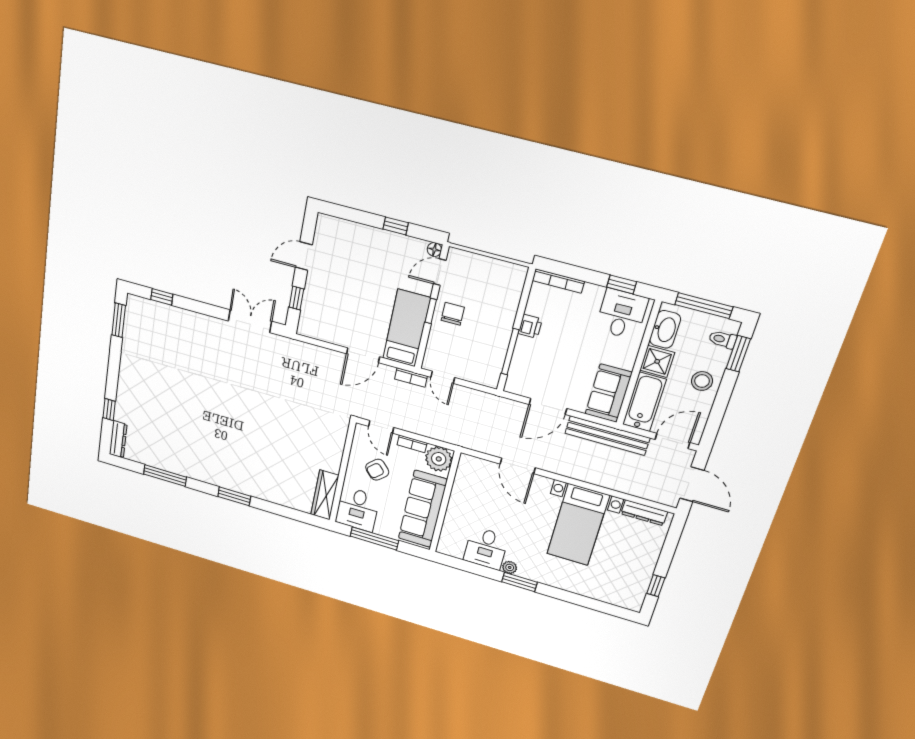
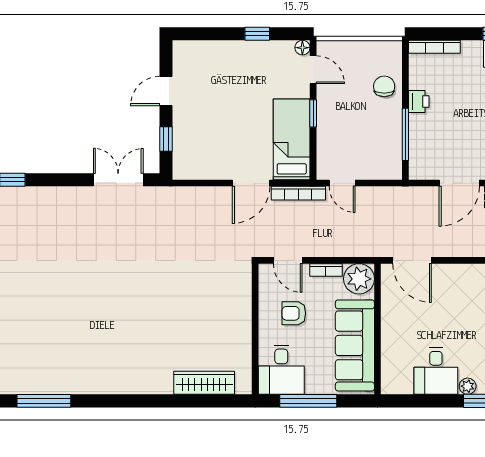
door: (440, 272) -> (313, 70), swing flipped
chair: (453, 314) -> (384, 86), moved
bookcase: (411, 377) -> (298, 193), width x1.56
door: (518, 466) -> (412, 260), moved
armchair: (377, 470) -> (294, 313), turned 43
wardrobe: (325, 495) -> (204, 383), moved, turned 90
window: (234, 496) -> (133, 401), removed

